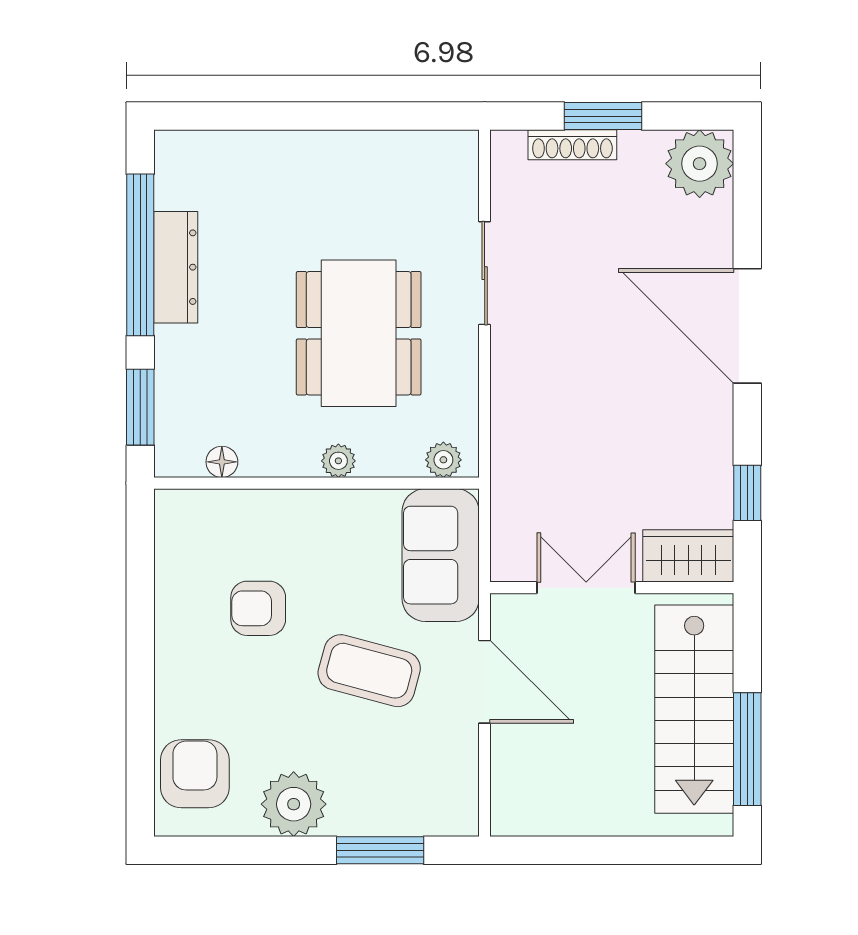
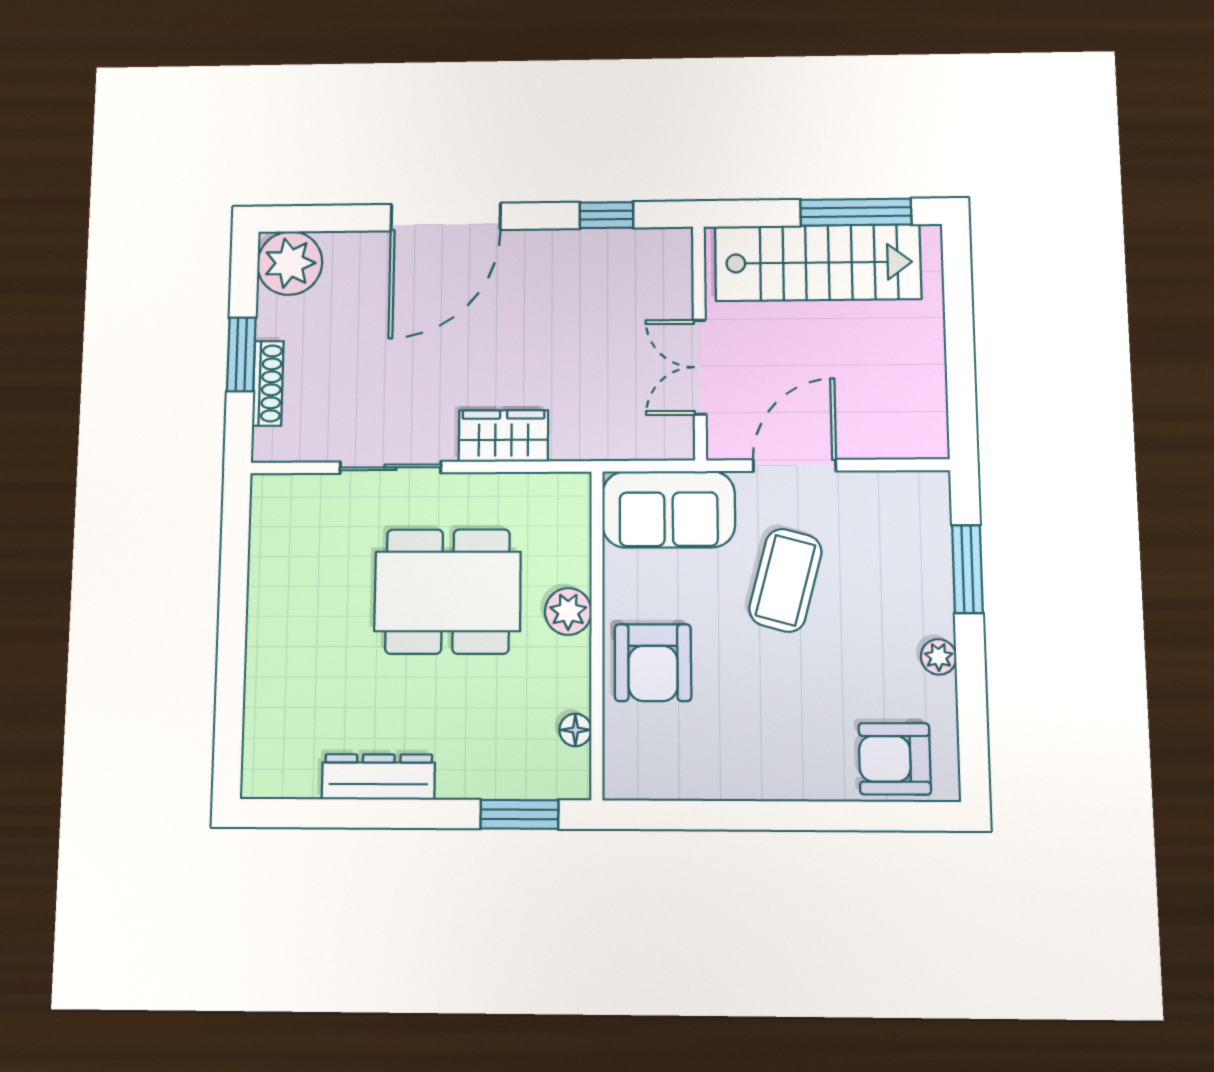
window: (140, 255) -> (365, 814), removed
plant: (443, 460) -> (574, 507), removed
plant: (338, 461) -> (568, 611), width x1.38, depth x1.38
wardrobe: (688, 556) -> (503, 436), moved, turned 90
armchair: (258, 608) -> (653, 663), moved, width x1.38, depth x1.38
plant: (294, 804) -> (939, 657), width x0.53, depth x0.53

